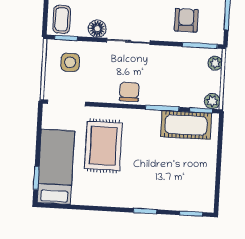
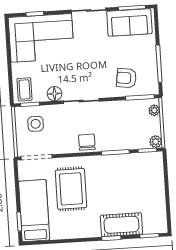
armchair: (186, 20) -> (126, 78), turned -82
cot: (186, 125) -> (121, 225), moved

